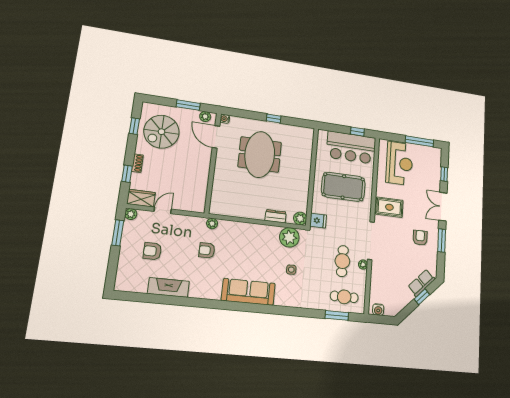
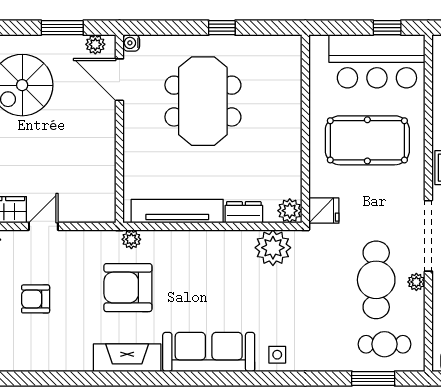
tv unit: (239, 211) -> (177, 211), added
armchair: (207, 250) -> (128, 288), width x1.88, depth x1.88
cafe table: (342, 261) -> (376, 280), width x1.37, depth x1.35
side table: (291, 270) -> (277, 355), moved
fireplace: (168, 287) -> (127, 358), moved

